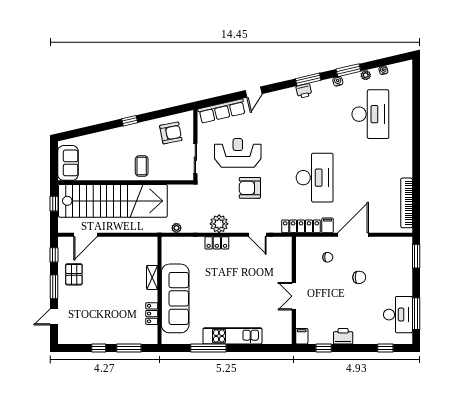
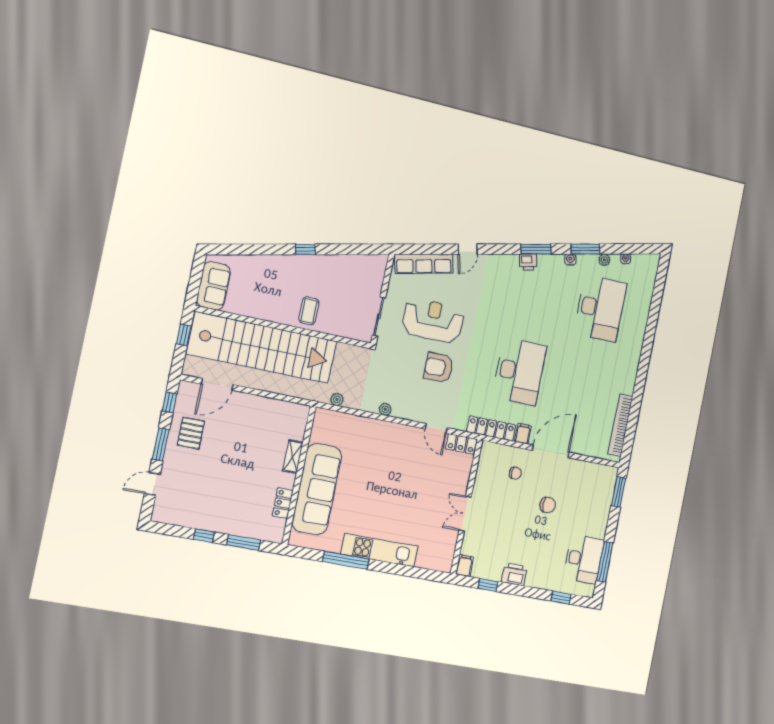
armchair: (171, 133) -> (355, 277), removed
plant: (219, 224) -> (385, 409), width x0.53, depth x0.53
locker: (217, 243) -> (461, 444), moved

